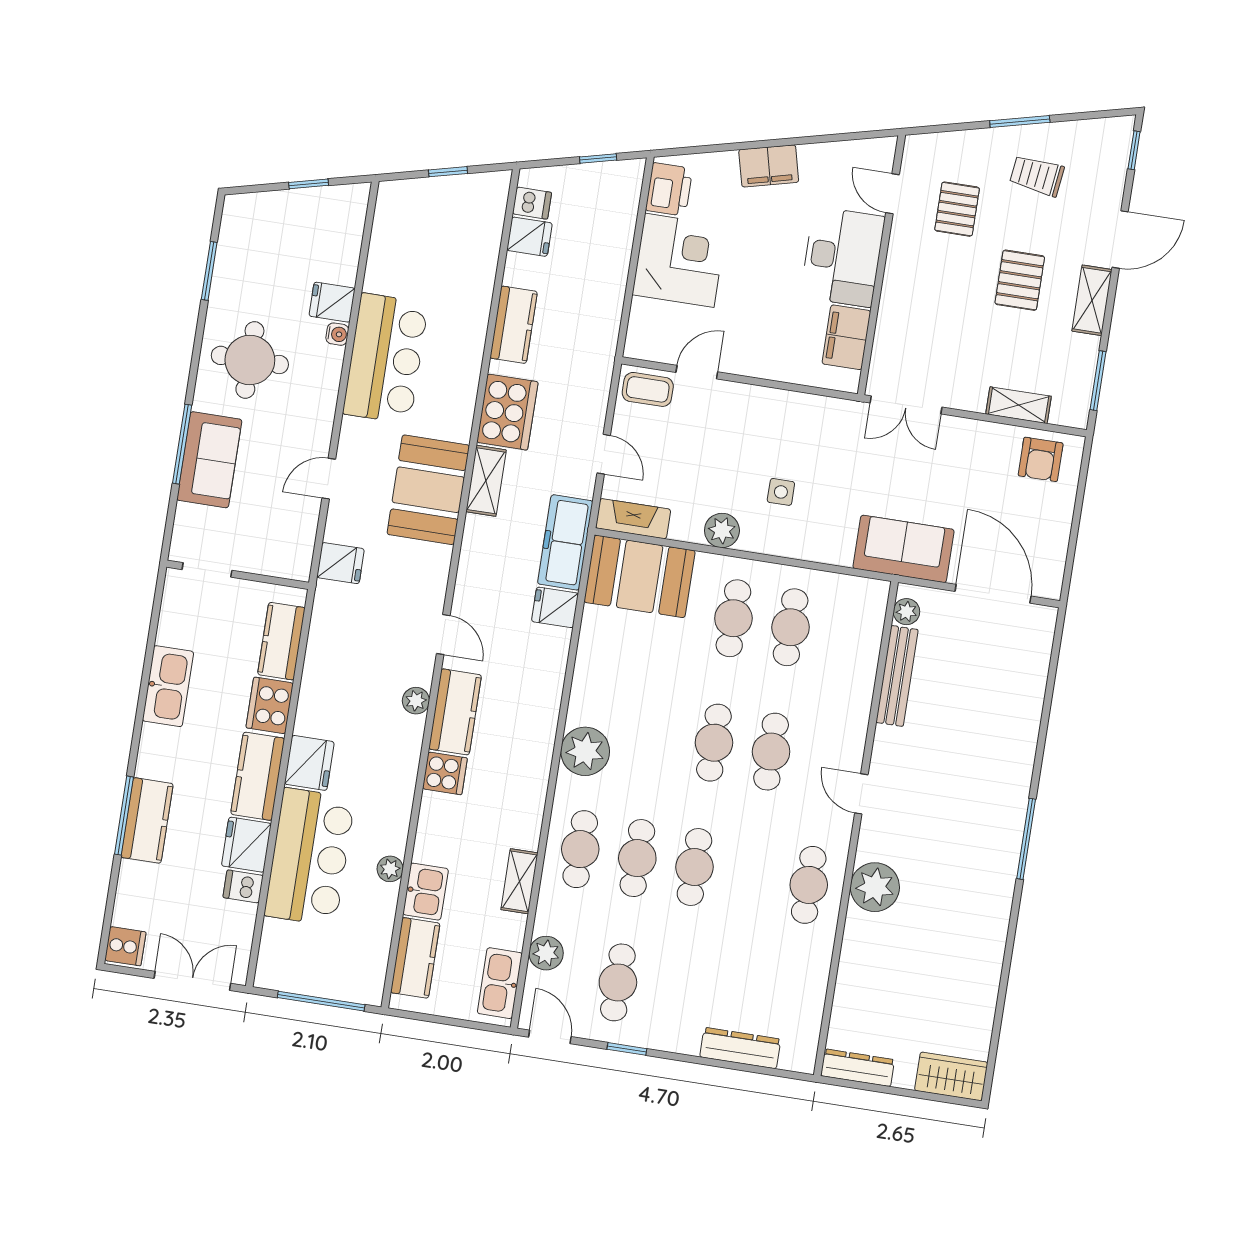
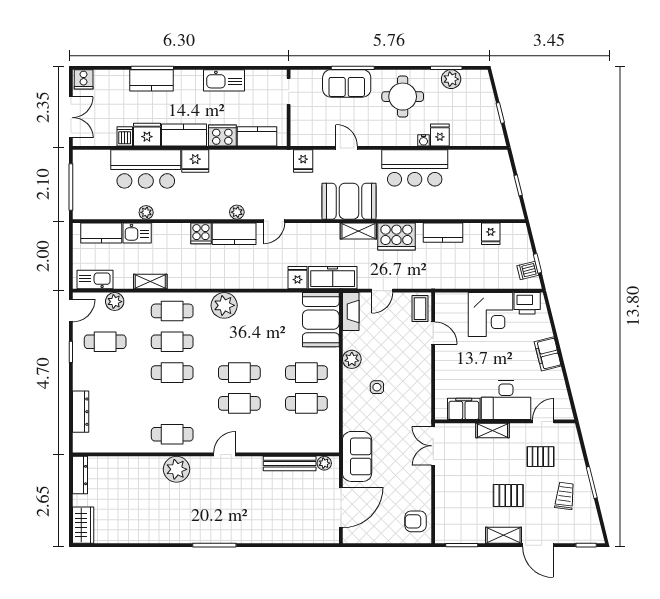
dishwasher: (532, 203) -> (528, 270), moved, turned 76
plant: (232, 265) -> (451, 79), added
shelving: (1019, 405) -> (493, 431), moved, turned 90

